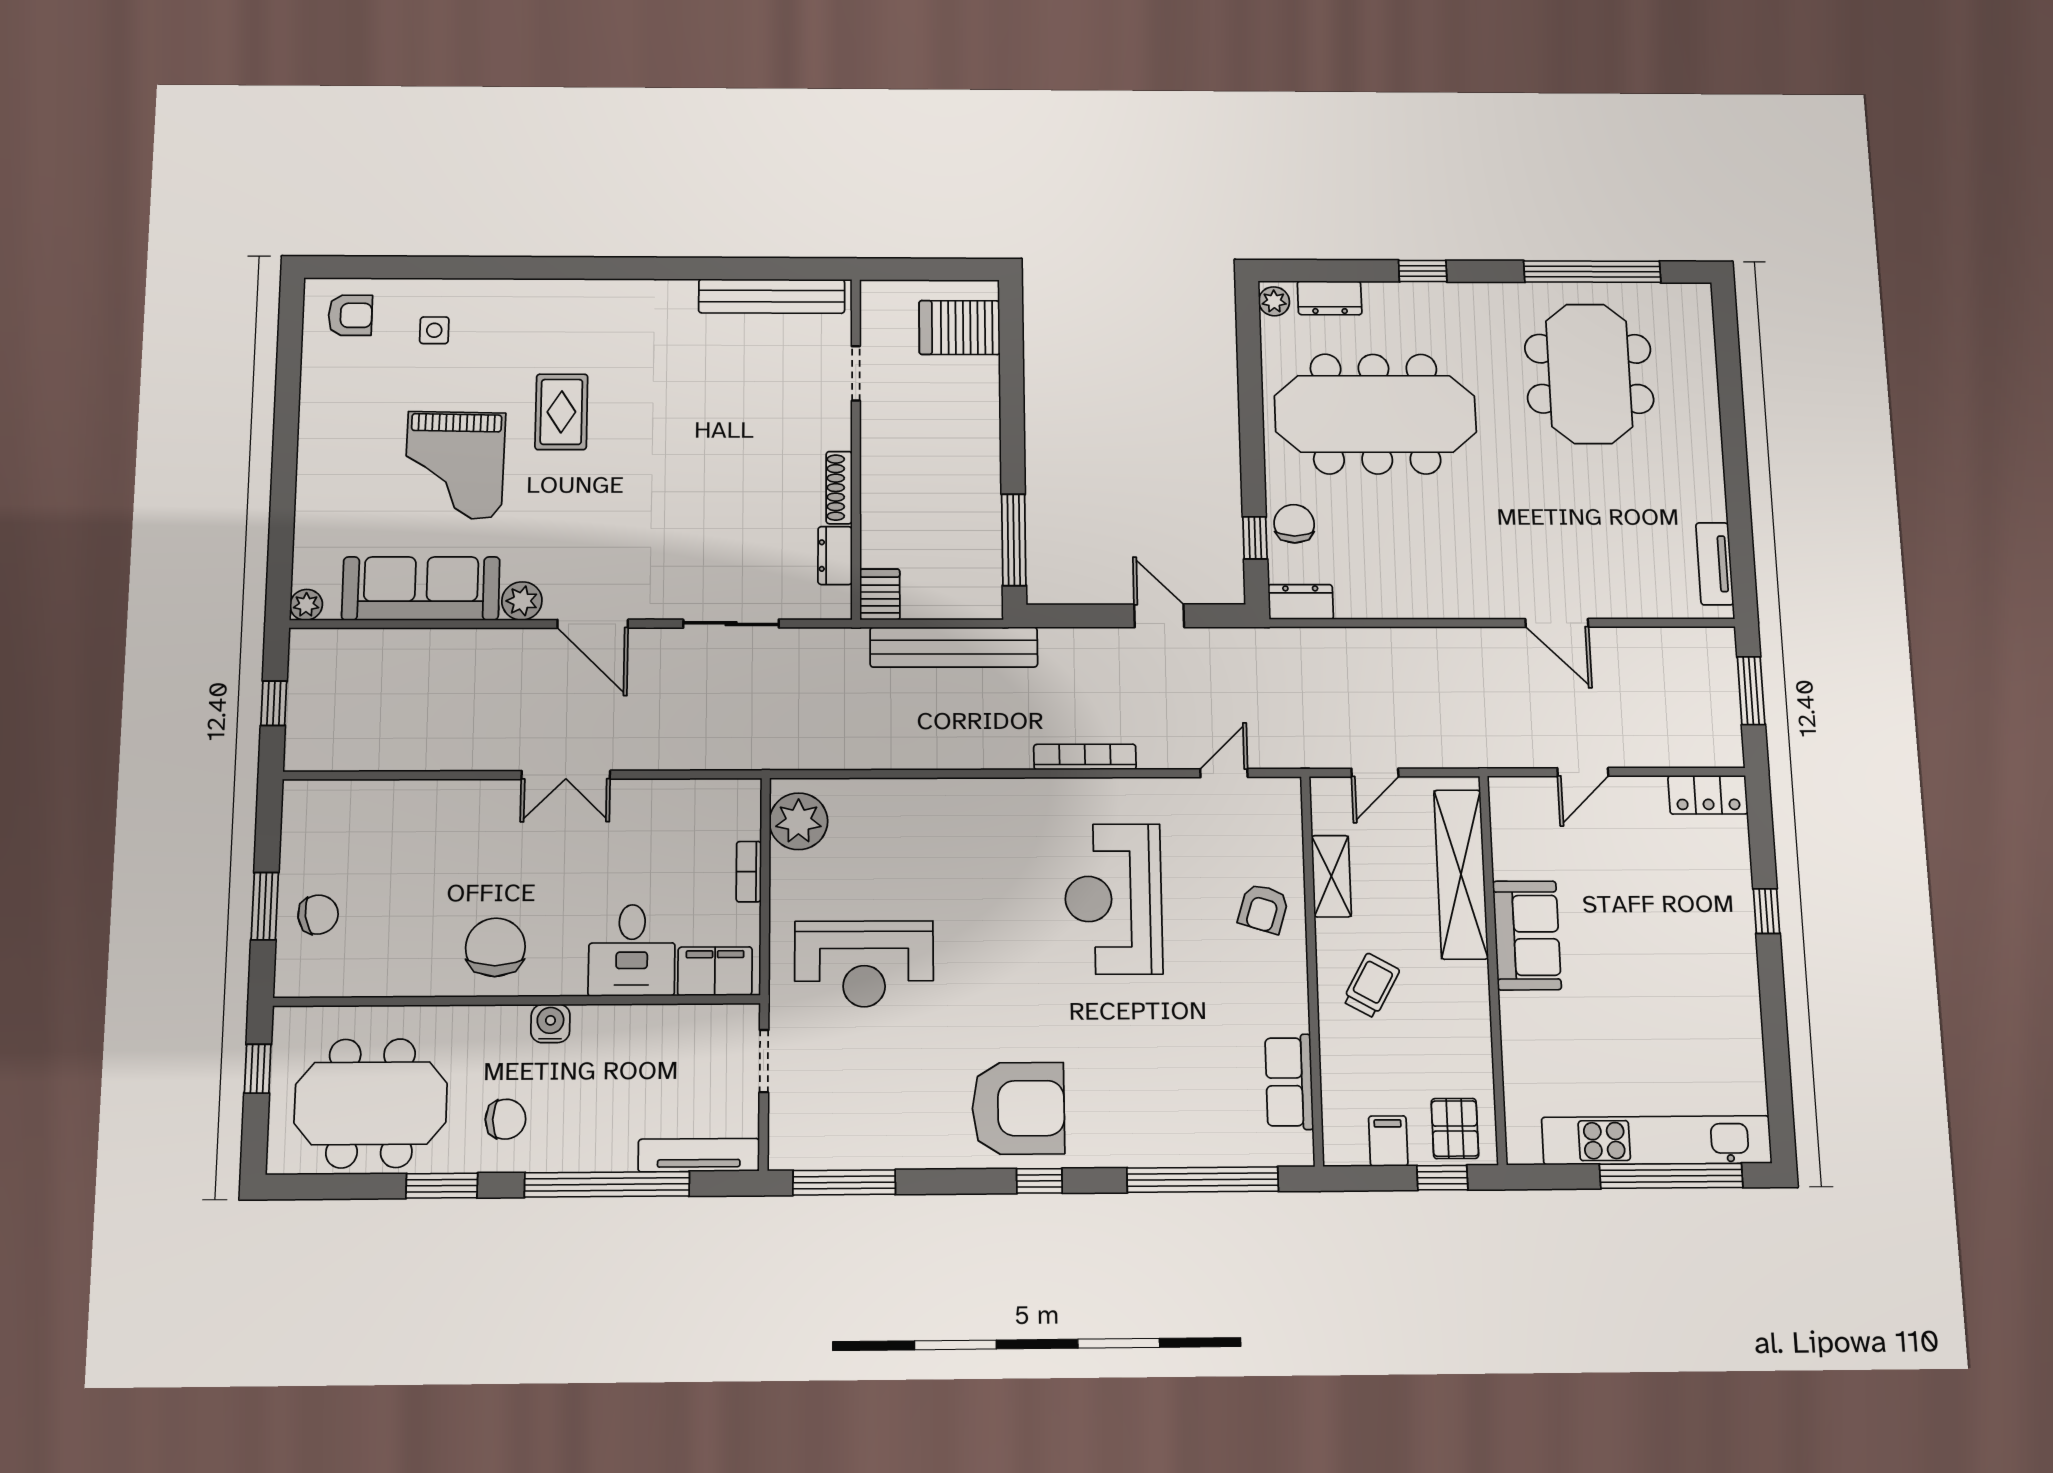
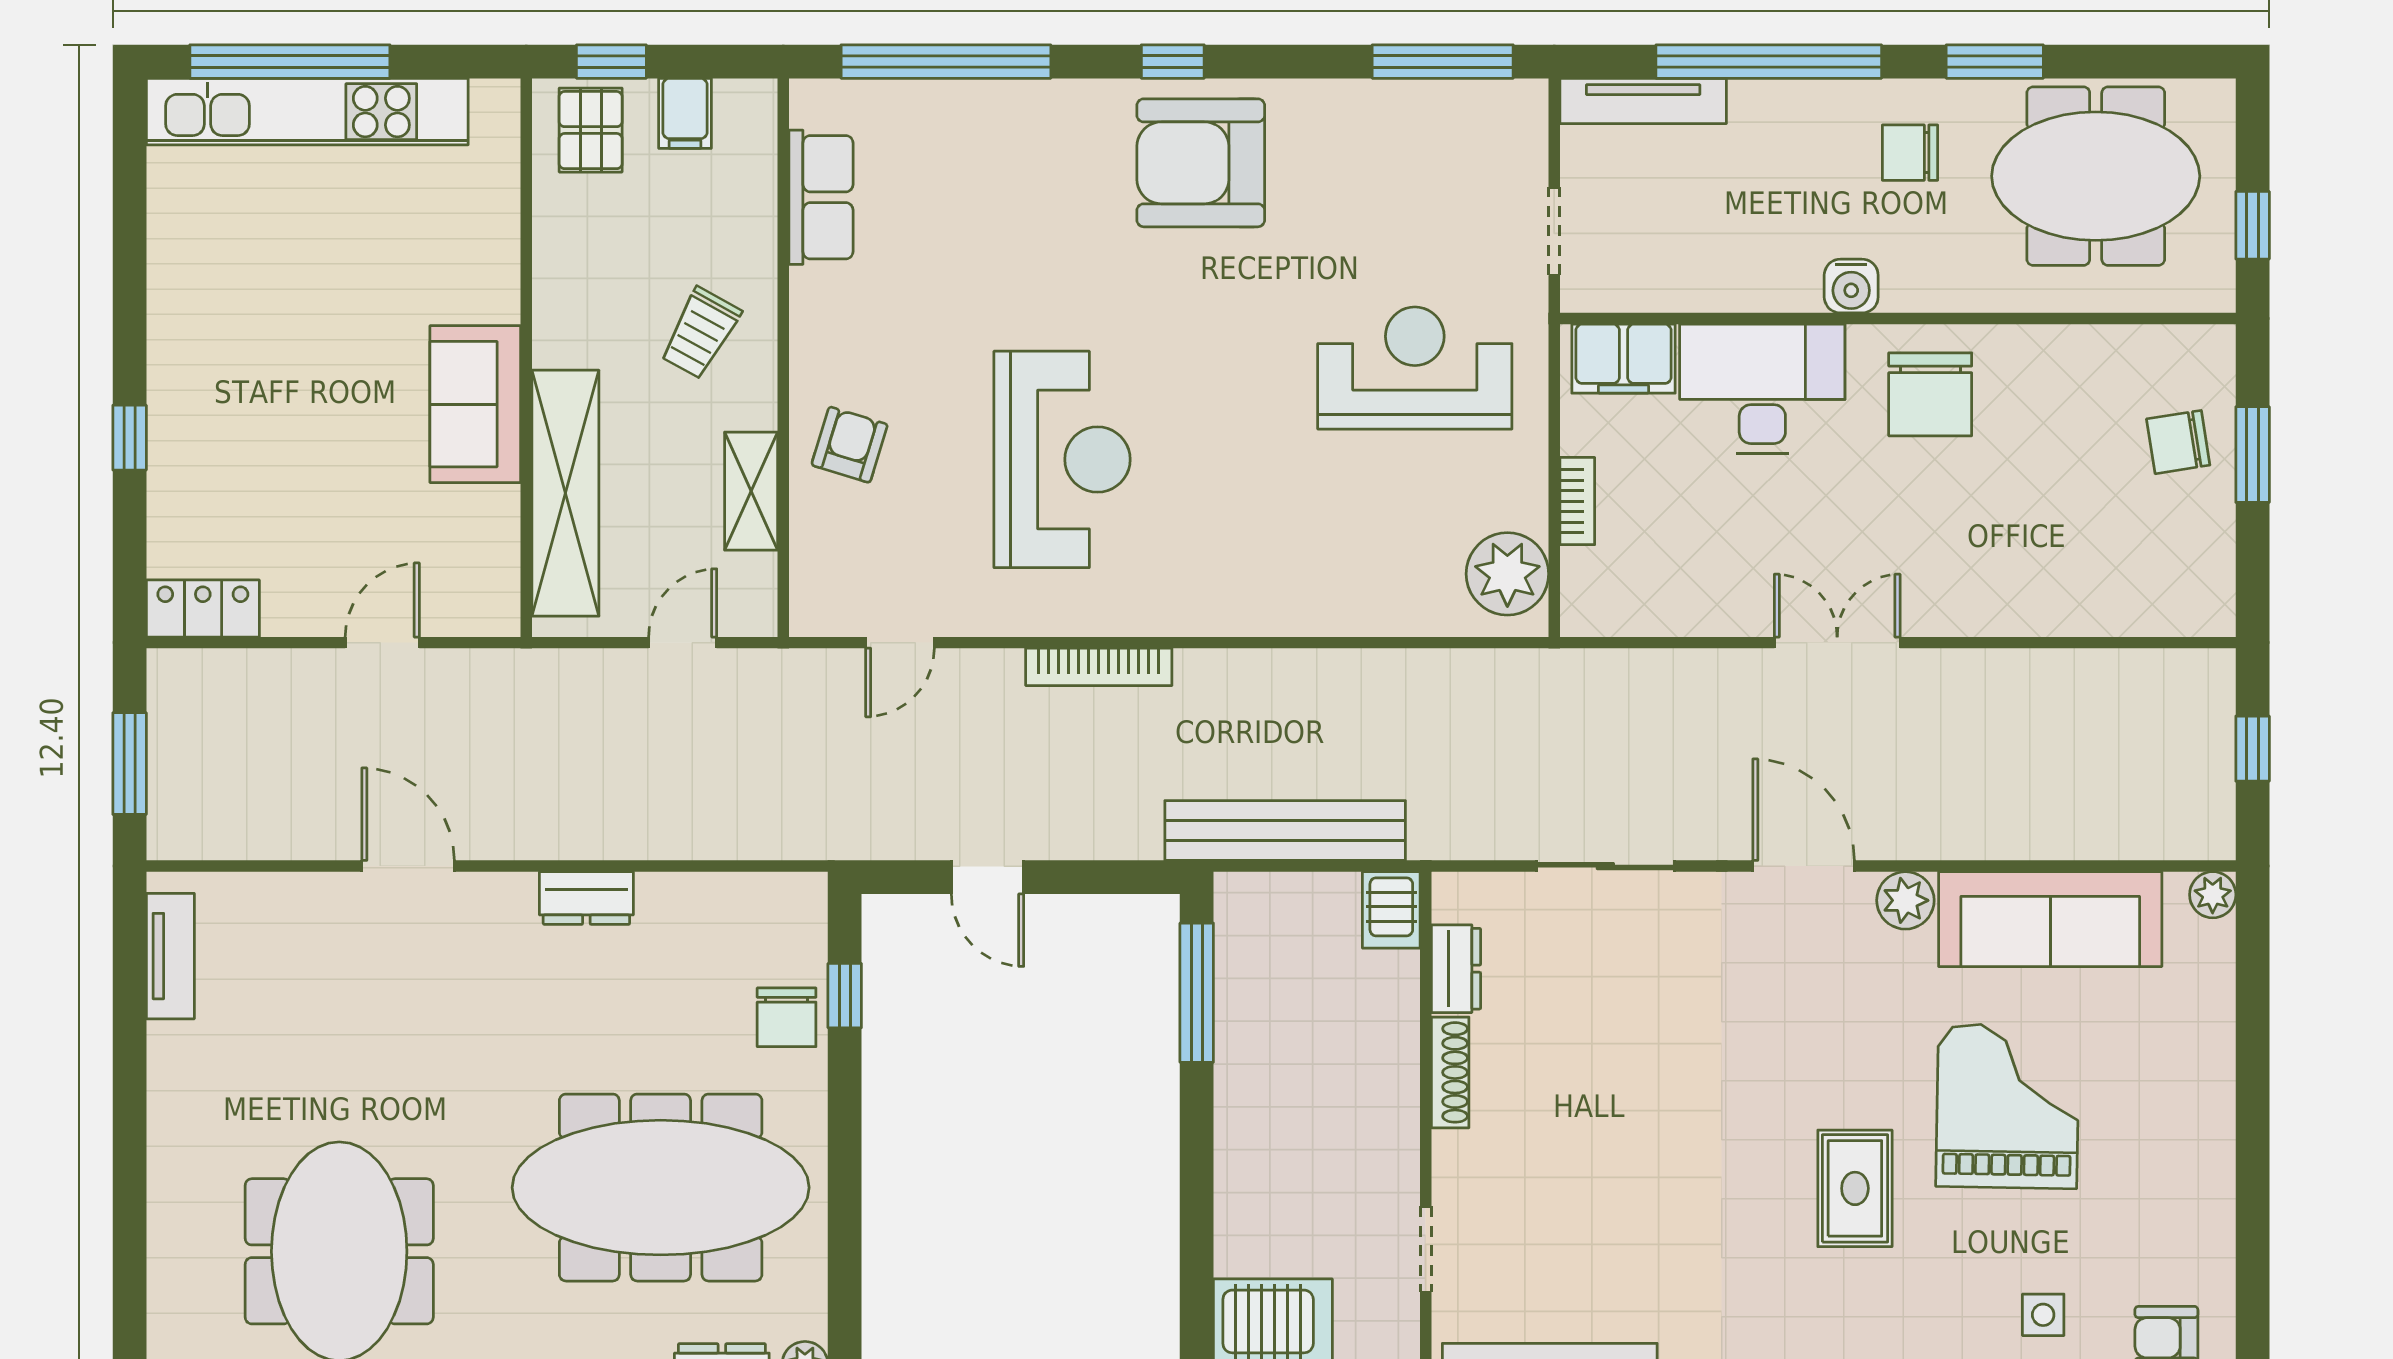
dresser: (1301, 602) -> (586, 898), moved
desk: (632, 950) -> (1762, 389), width x1.37

